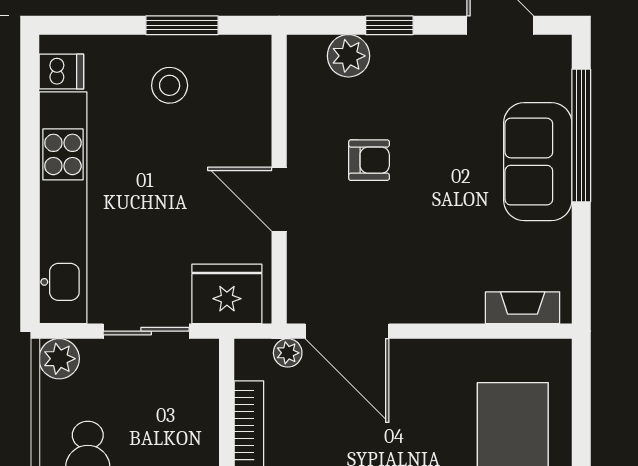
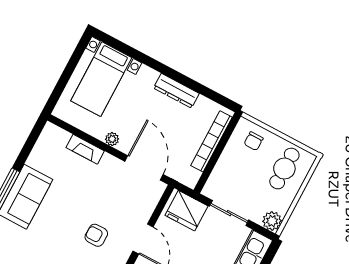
fireplace: (523, 308) -> (85, 149), moved
plant: (288, 353) -> (112, 139), moved

